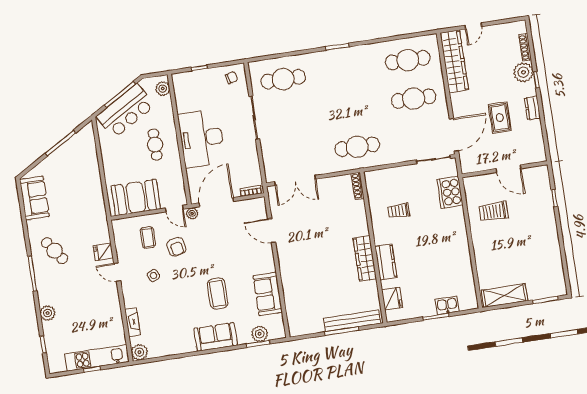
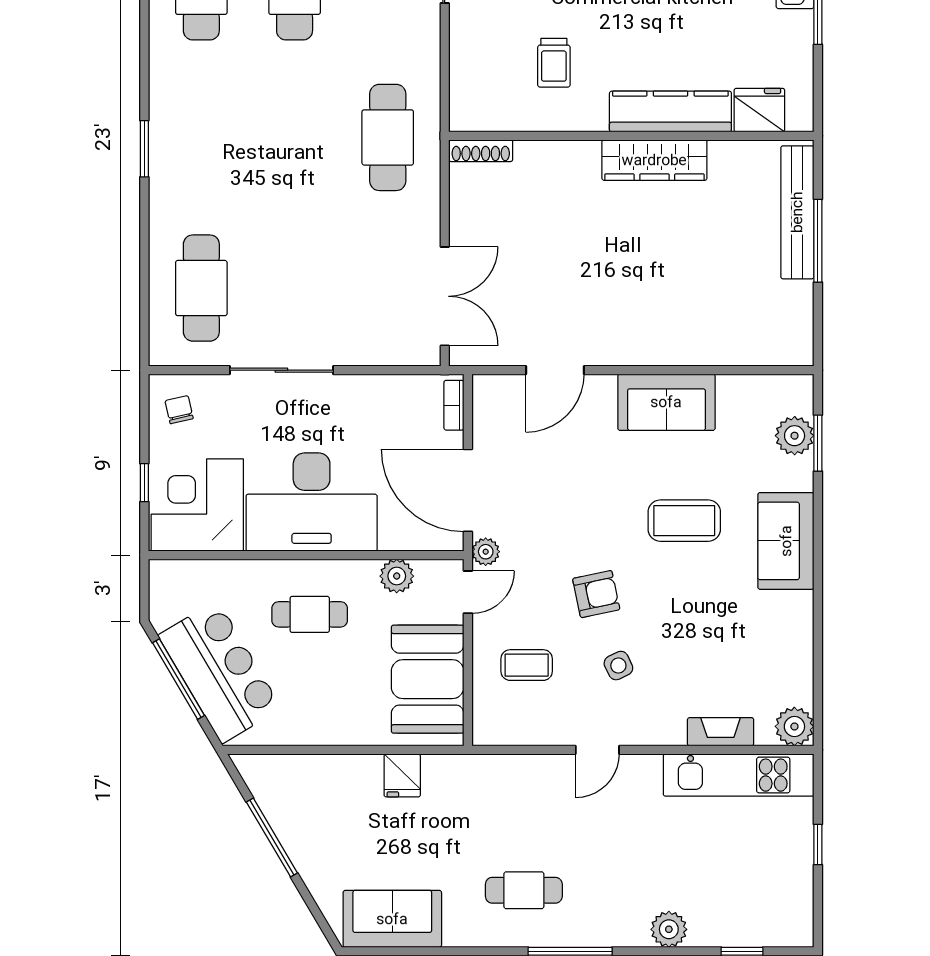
plant: (163, 89) -> (397, 576), moved
corner desk: (193, 91) -> (197, 505), added
armchair: (176, 247) -> (596, 594), moved
cafe table: (55, 251) -> (524, 890), turned 36
fridge: (103, 252) -> (402, 775), moved
kitchen counter: (386, 262) -> (670, 111), width x1.50
sofa: (268, 294) -> (666, 402), moved
kitchen unit: (97, 358) -> (739, 775), moved, turned -90

